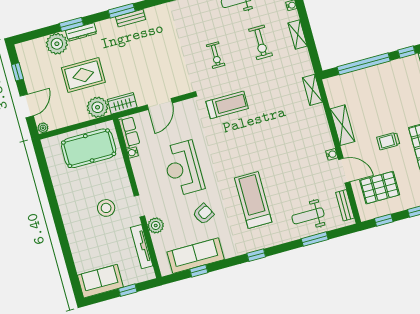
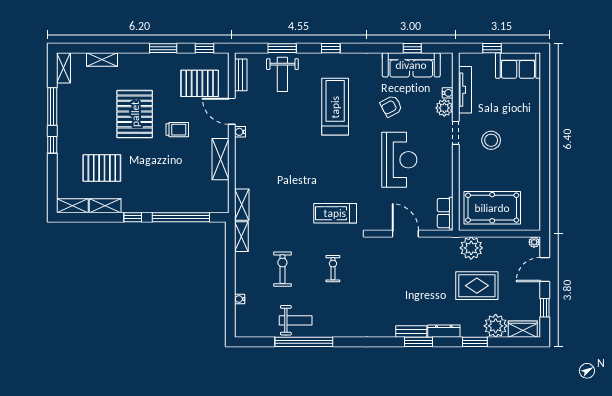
dresser: (81, 32) -> (444, 331), moved
shelving: (298, 35) -> (241, 237), moved
wardrobe: (122, 103) -> (523, 329), moved, turned 180
door: (160, 104) -> (405, 234), hinge flipped
water cooler: (133, 153) -> (448, 93), moved
treadmill: (253, 200) -> (335, 107), turned 180
weight bench: (308, 216) -> (282, 74), turned 90
window: (256, 255) -> (331, 48), moved

